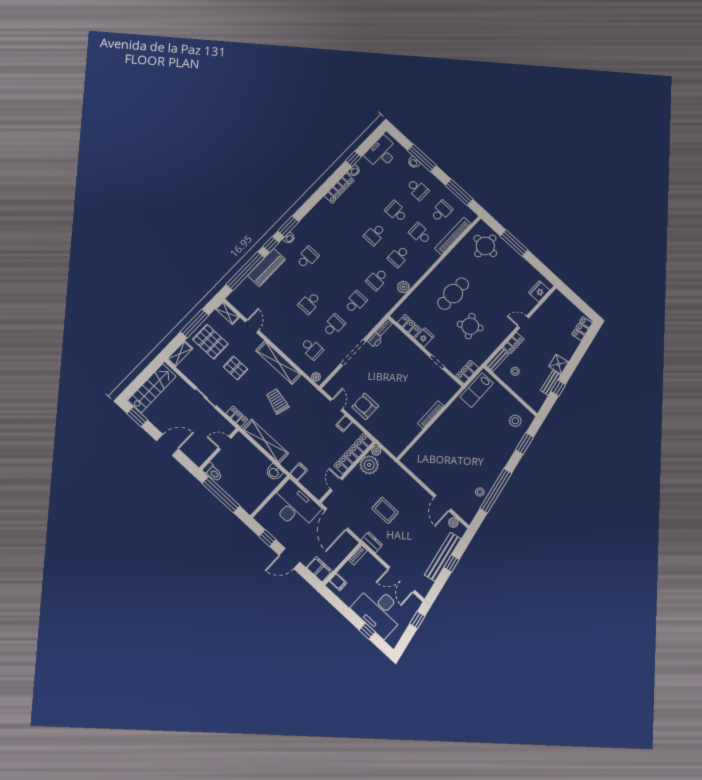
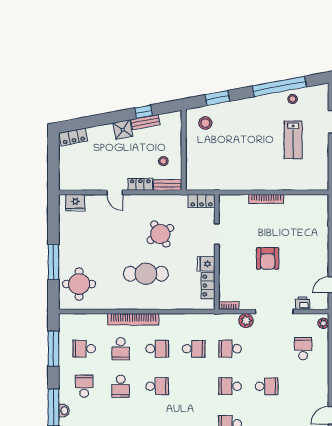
bookcase: (453, 236) -> (133, 319), moved
plant: (403, 287) -> (246, 321), moved
school desk: (334, 325) -> (230, 386), moved
printer: (375, 340) -> (302, 303), moved
lab bench: (477, 390) -> (293, 140), moved, turned 90
armchair: (365, 406) -> (268, 258), moved

